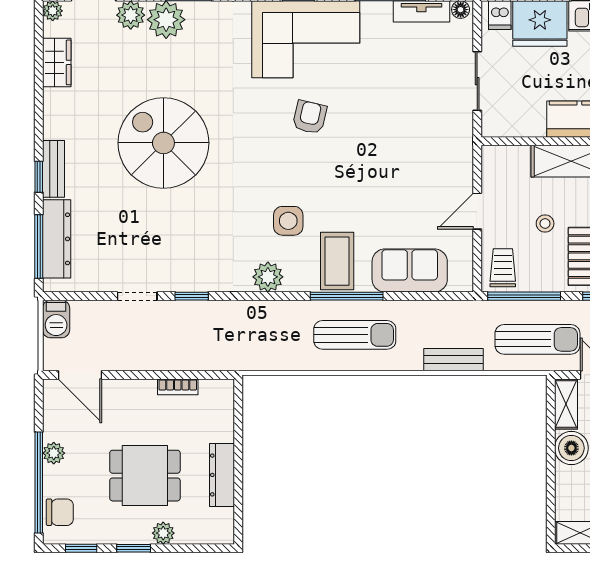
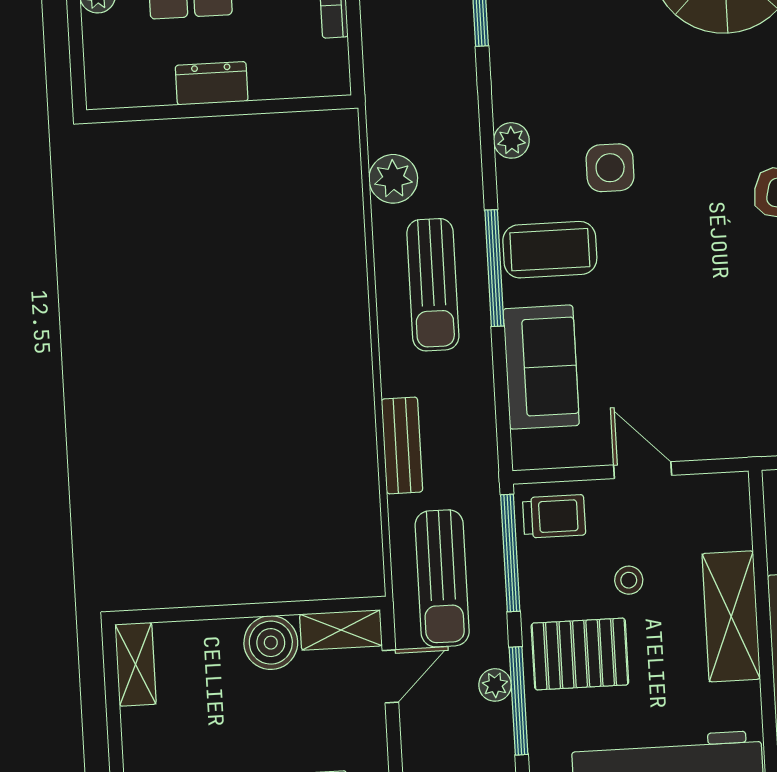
plant: (268, 277) -> (511, 140), width x0.73, depth x0.73
plant: (288, 356) -> (393, 179), added
dresser: (222, 475) -> (212, 83), width x0.70

